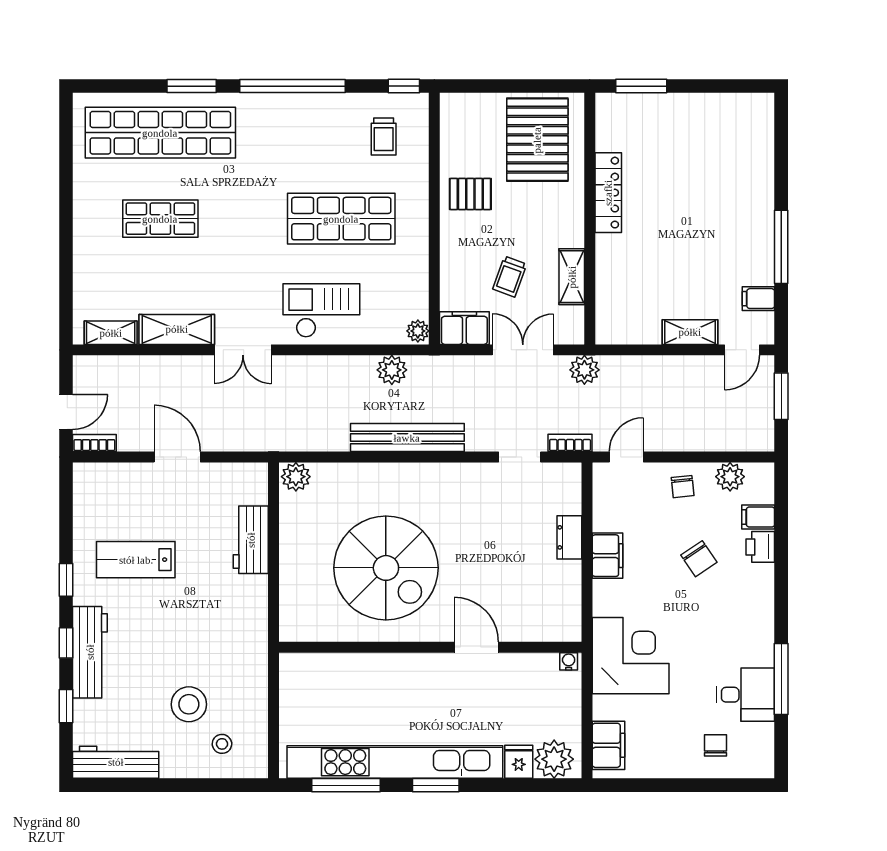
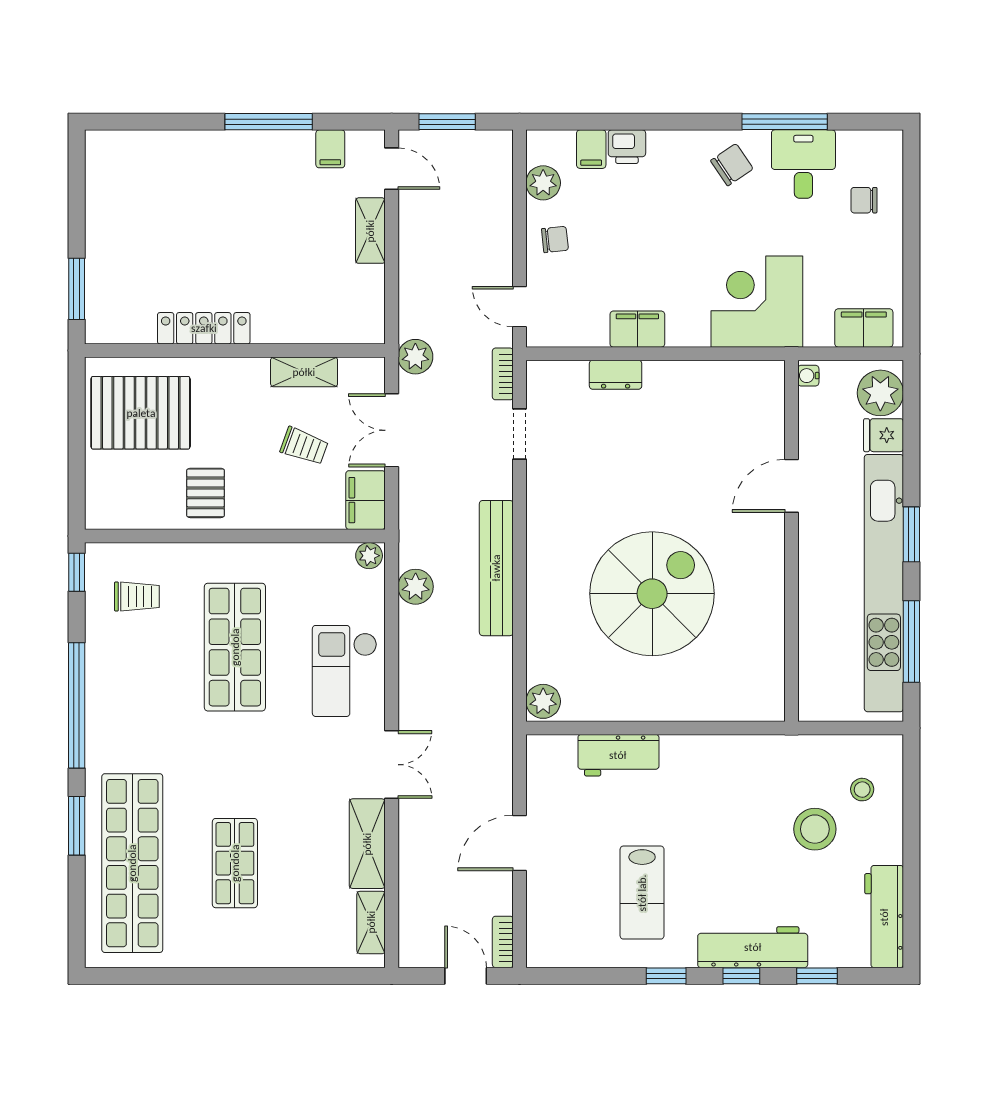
chair: (699, 559) -> (732, 165), moved
wall: (430, 647) -> (791, 541), moved
door: (476, 647) -> (791, 486), moved
water cooler: (569, 661) -> (808, 376), moved

